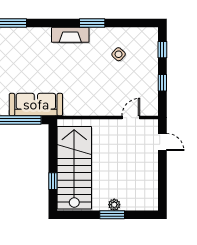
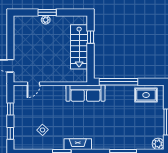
sofa: (36, 105) -> (85, 93), moved
stairs: (74, 168) -> (79, 47), width x0.73, depth x0.66

